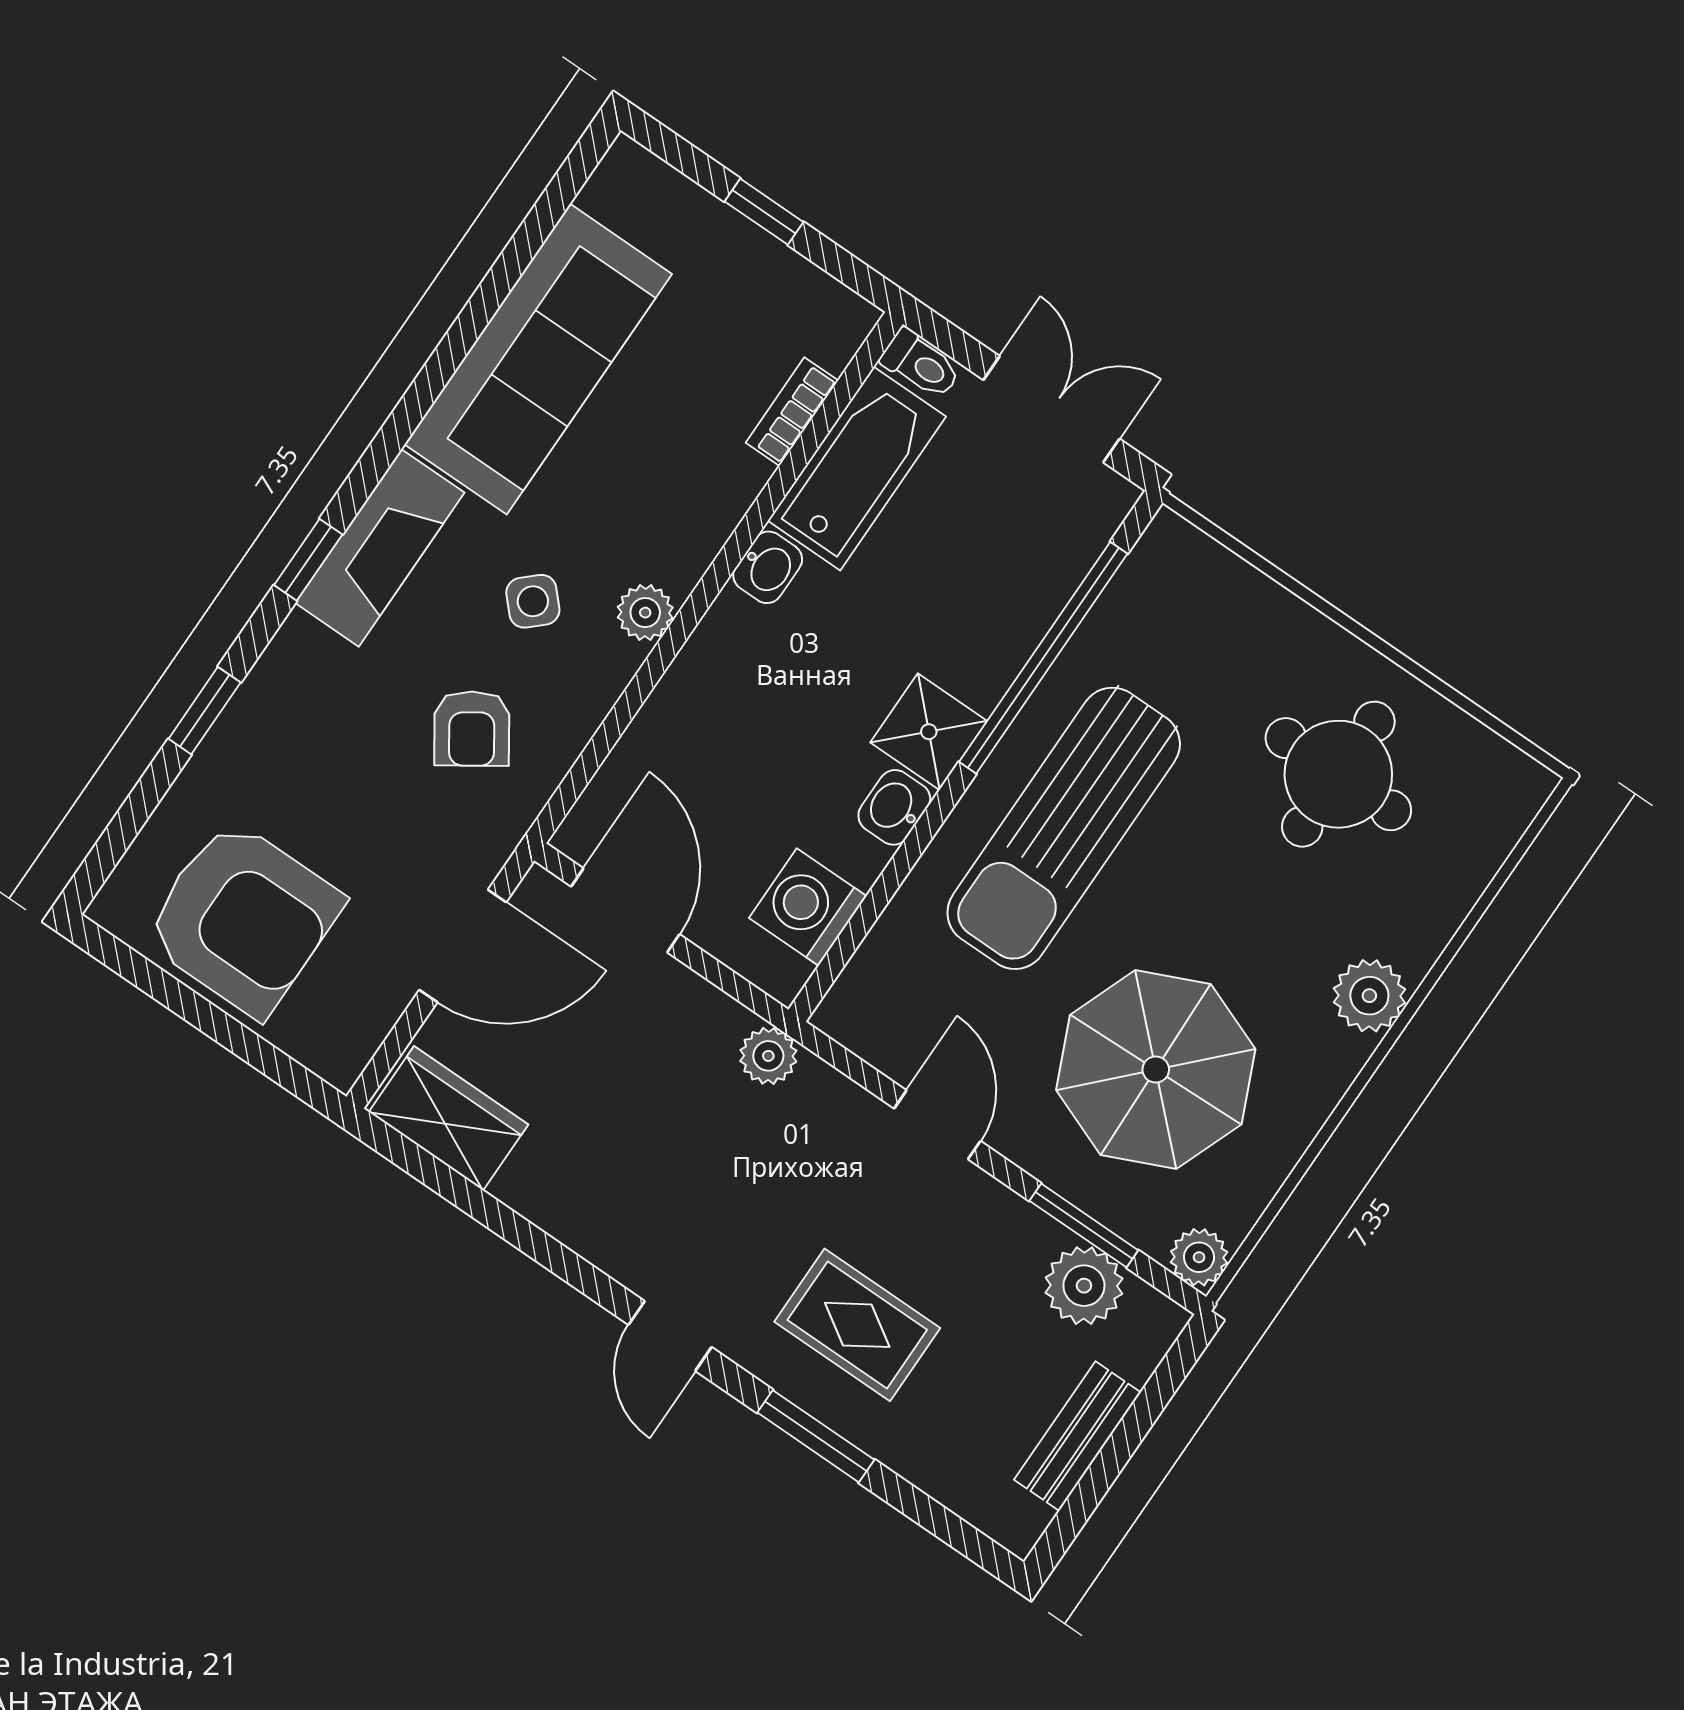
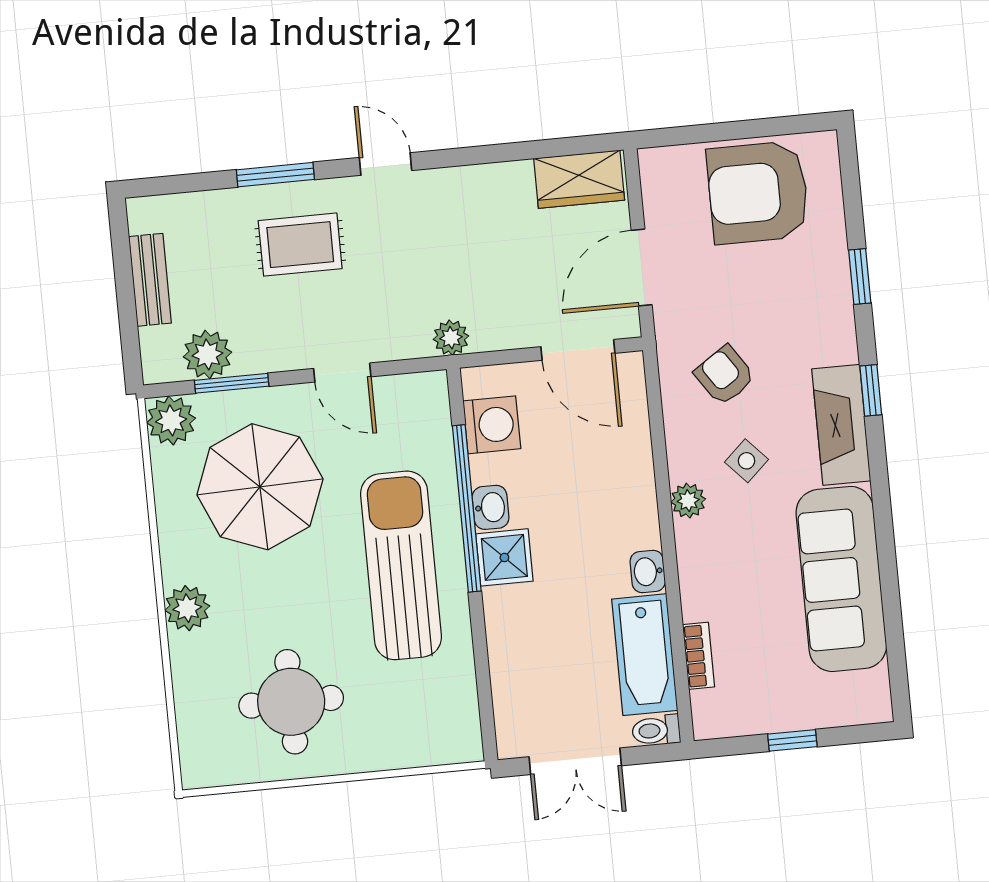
window: (1043, 658) -> (467, 508), moved
plant: (1199, 1257) -> (171, 420), width x1.38, depth x1.38

